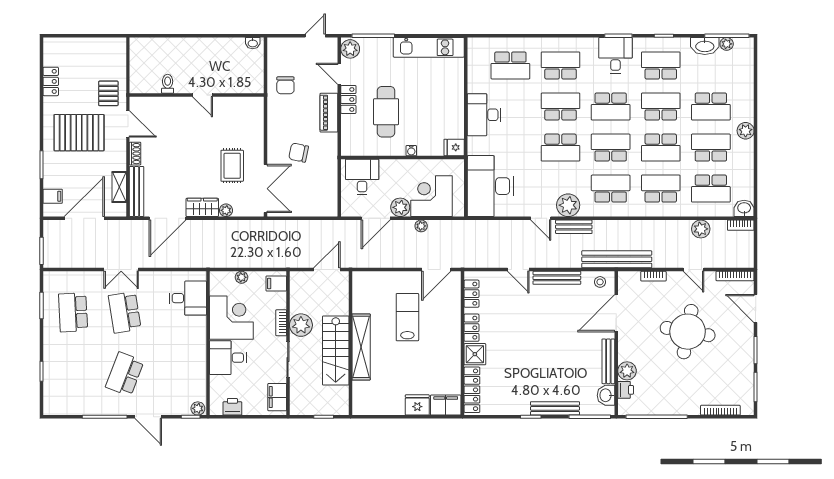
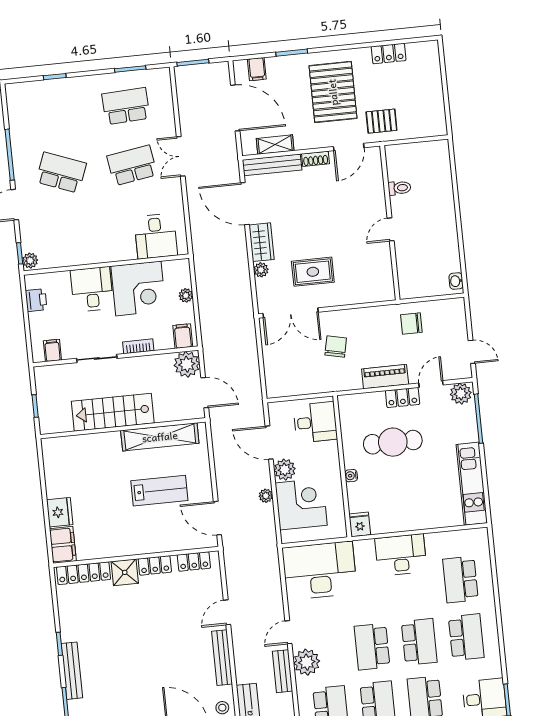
plant: (301, 325) -> (187, 364), moved
shelving: (361, 347) -> (160, 437), moved
filing cabinet: (277, 397) -> (52, 350), width x0.50

